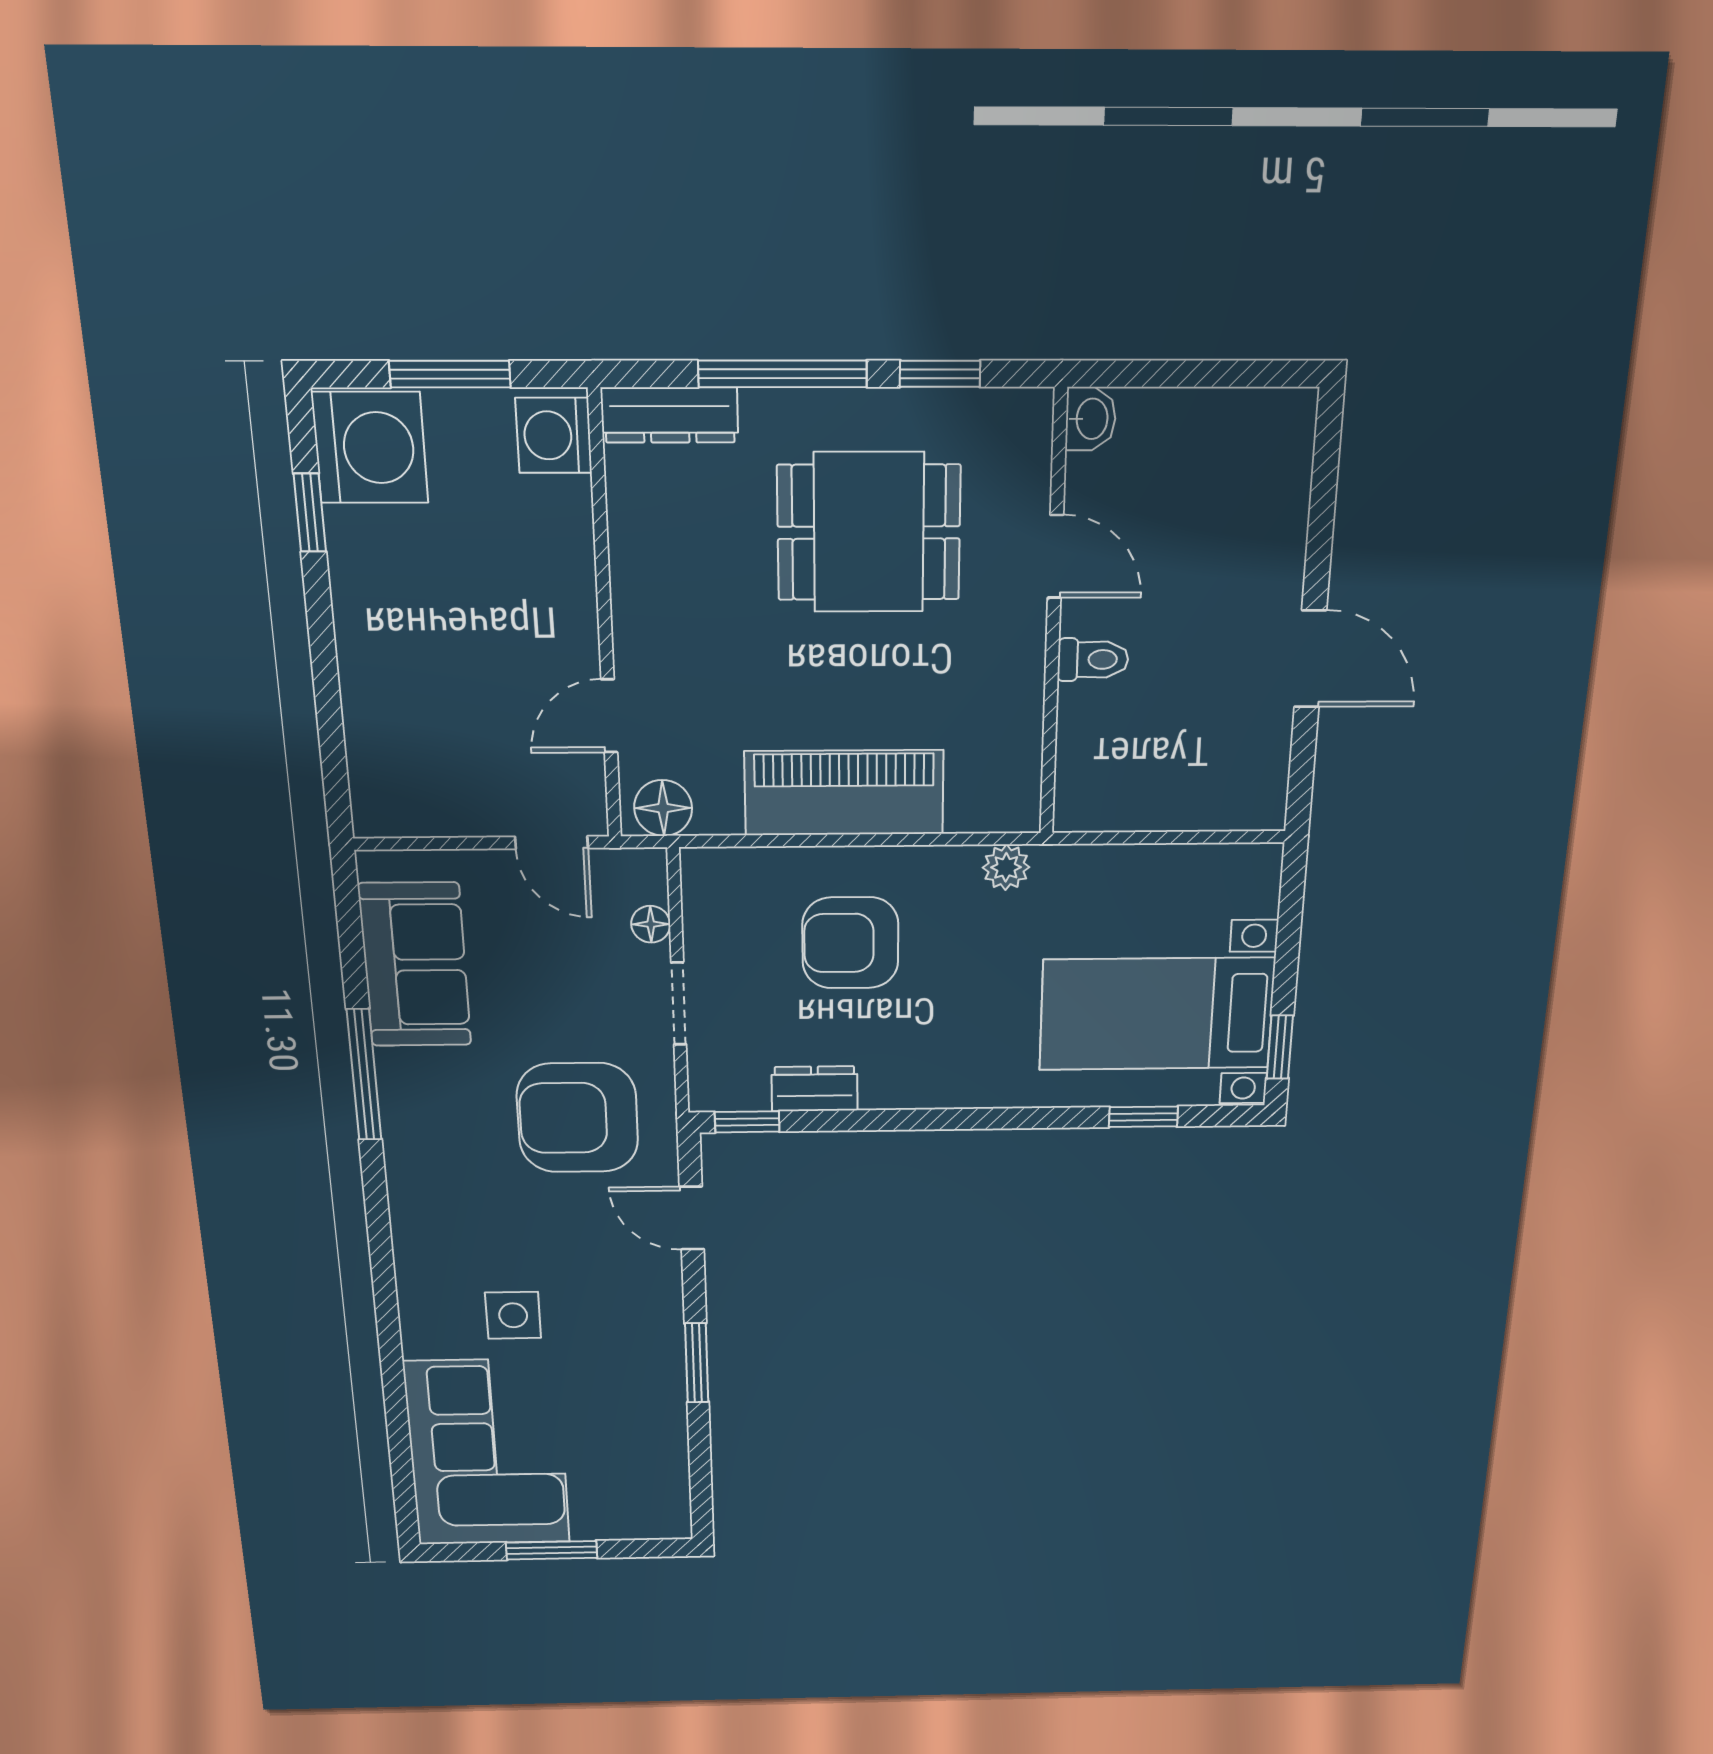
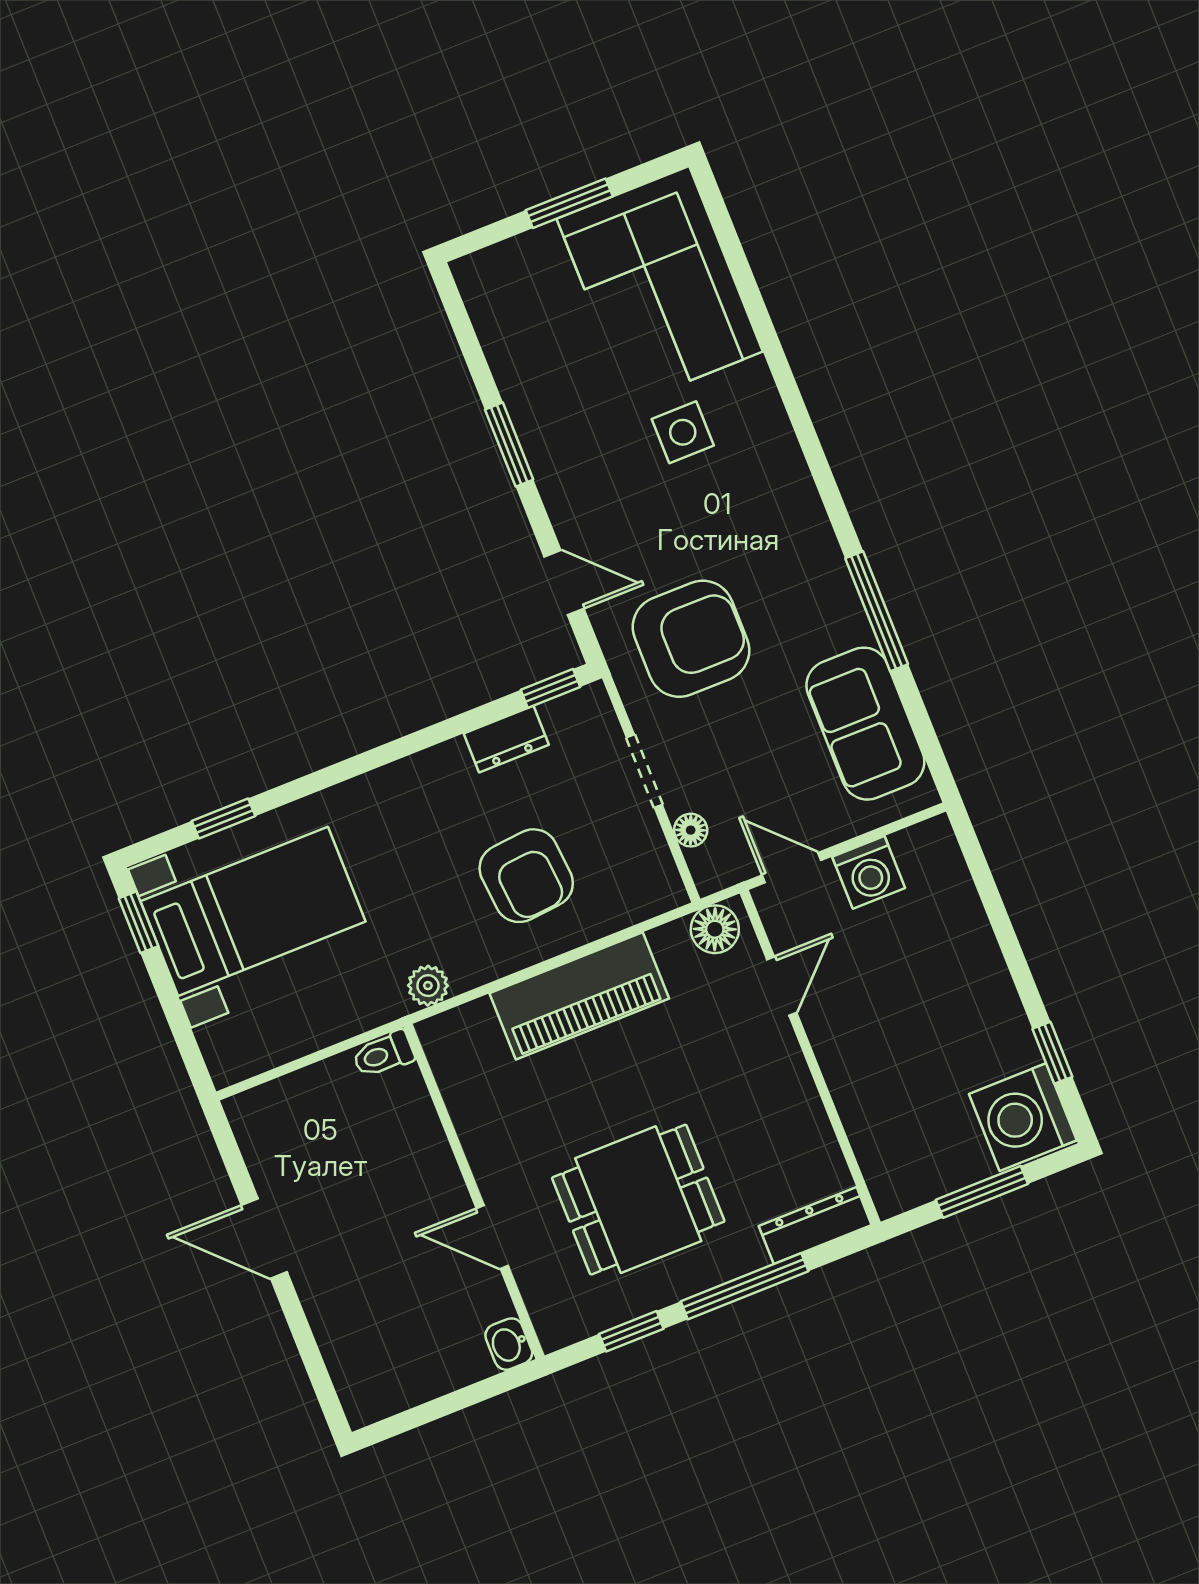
washing machine: (554, 435) -> (869, 872), moved, turned 90
toilet: (1093, 660) -> (383, 1054), moved
armchair: (850, 943) -> (526, 876), turned 85

